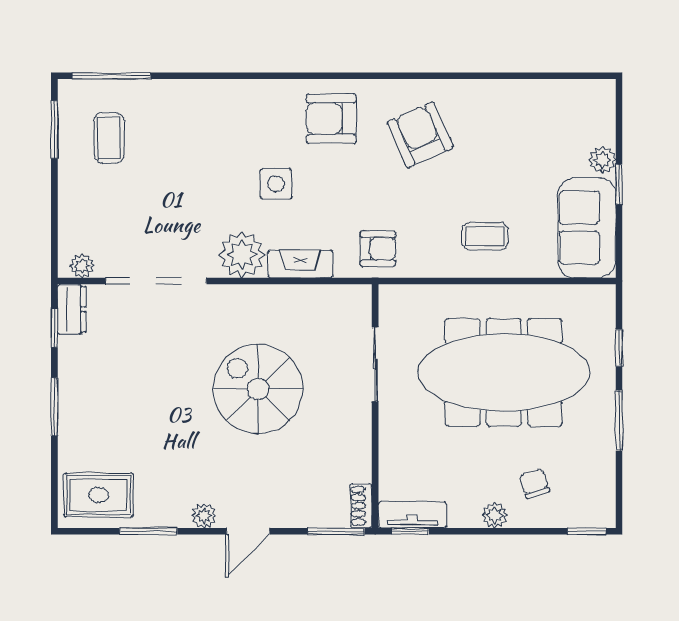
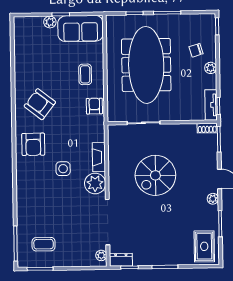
armchair: (420, 135) -> (40, 104), turned 62
armchair: (378, 249) -> (94, 106), moved

